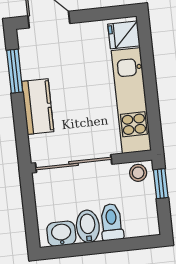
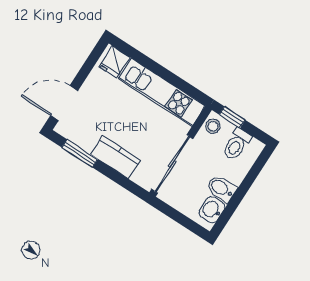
toilet: (112, 222) -> (237, 144), moved, turned -90

